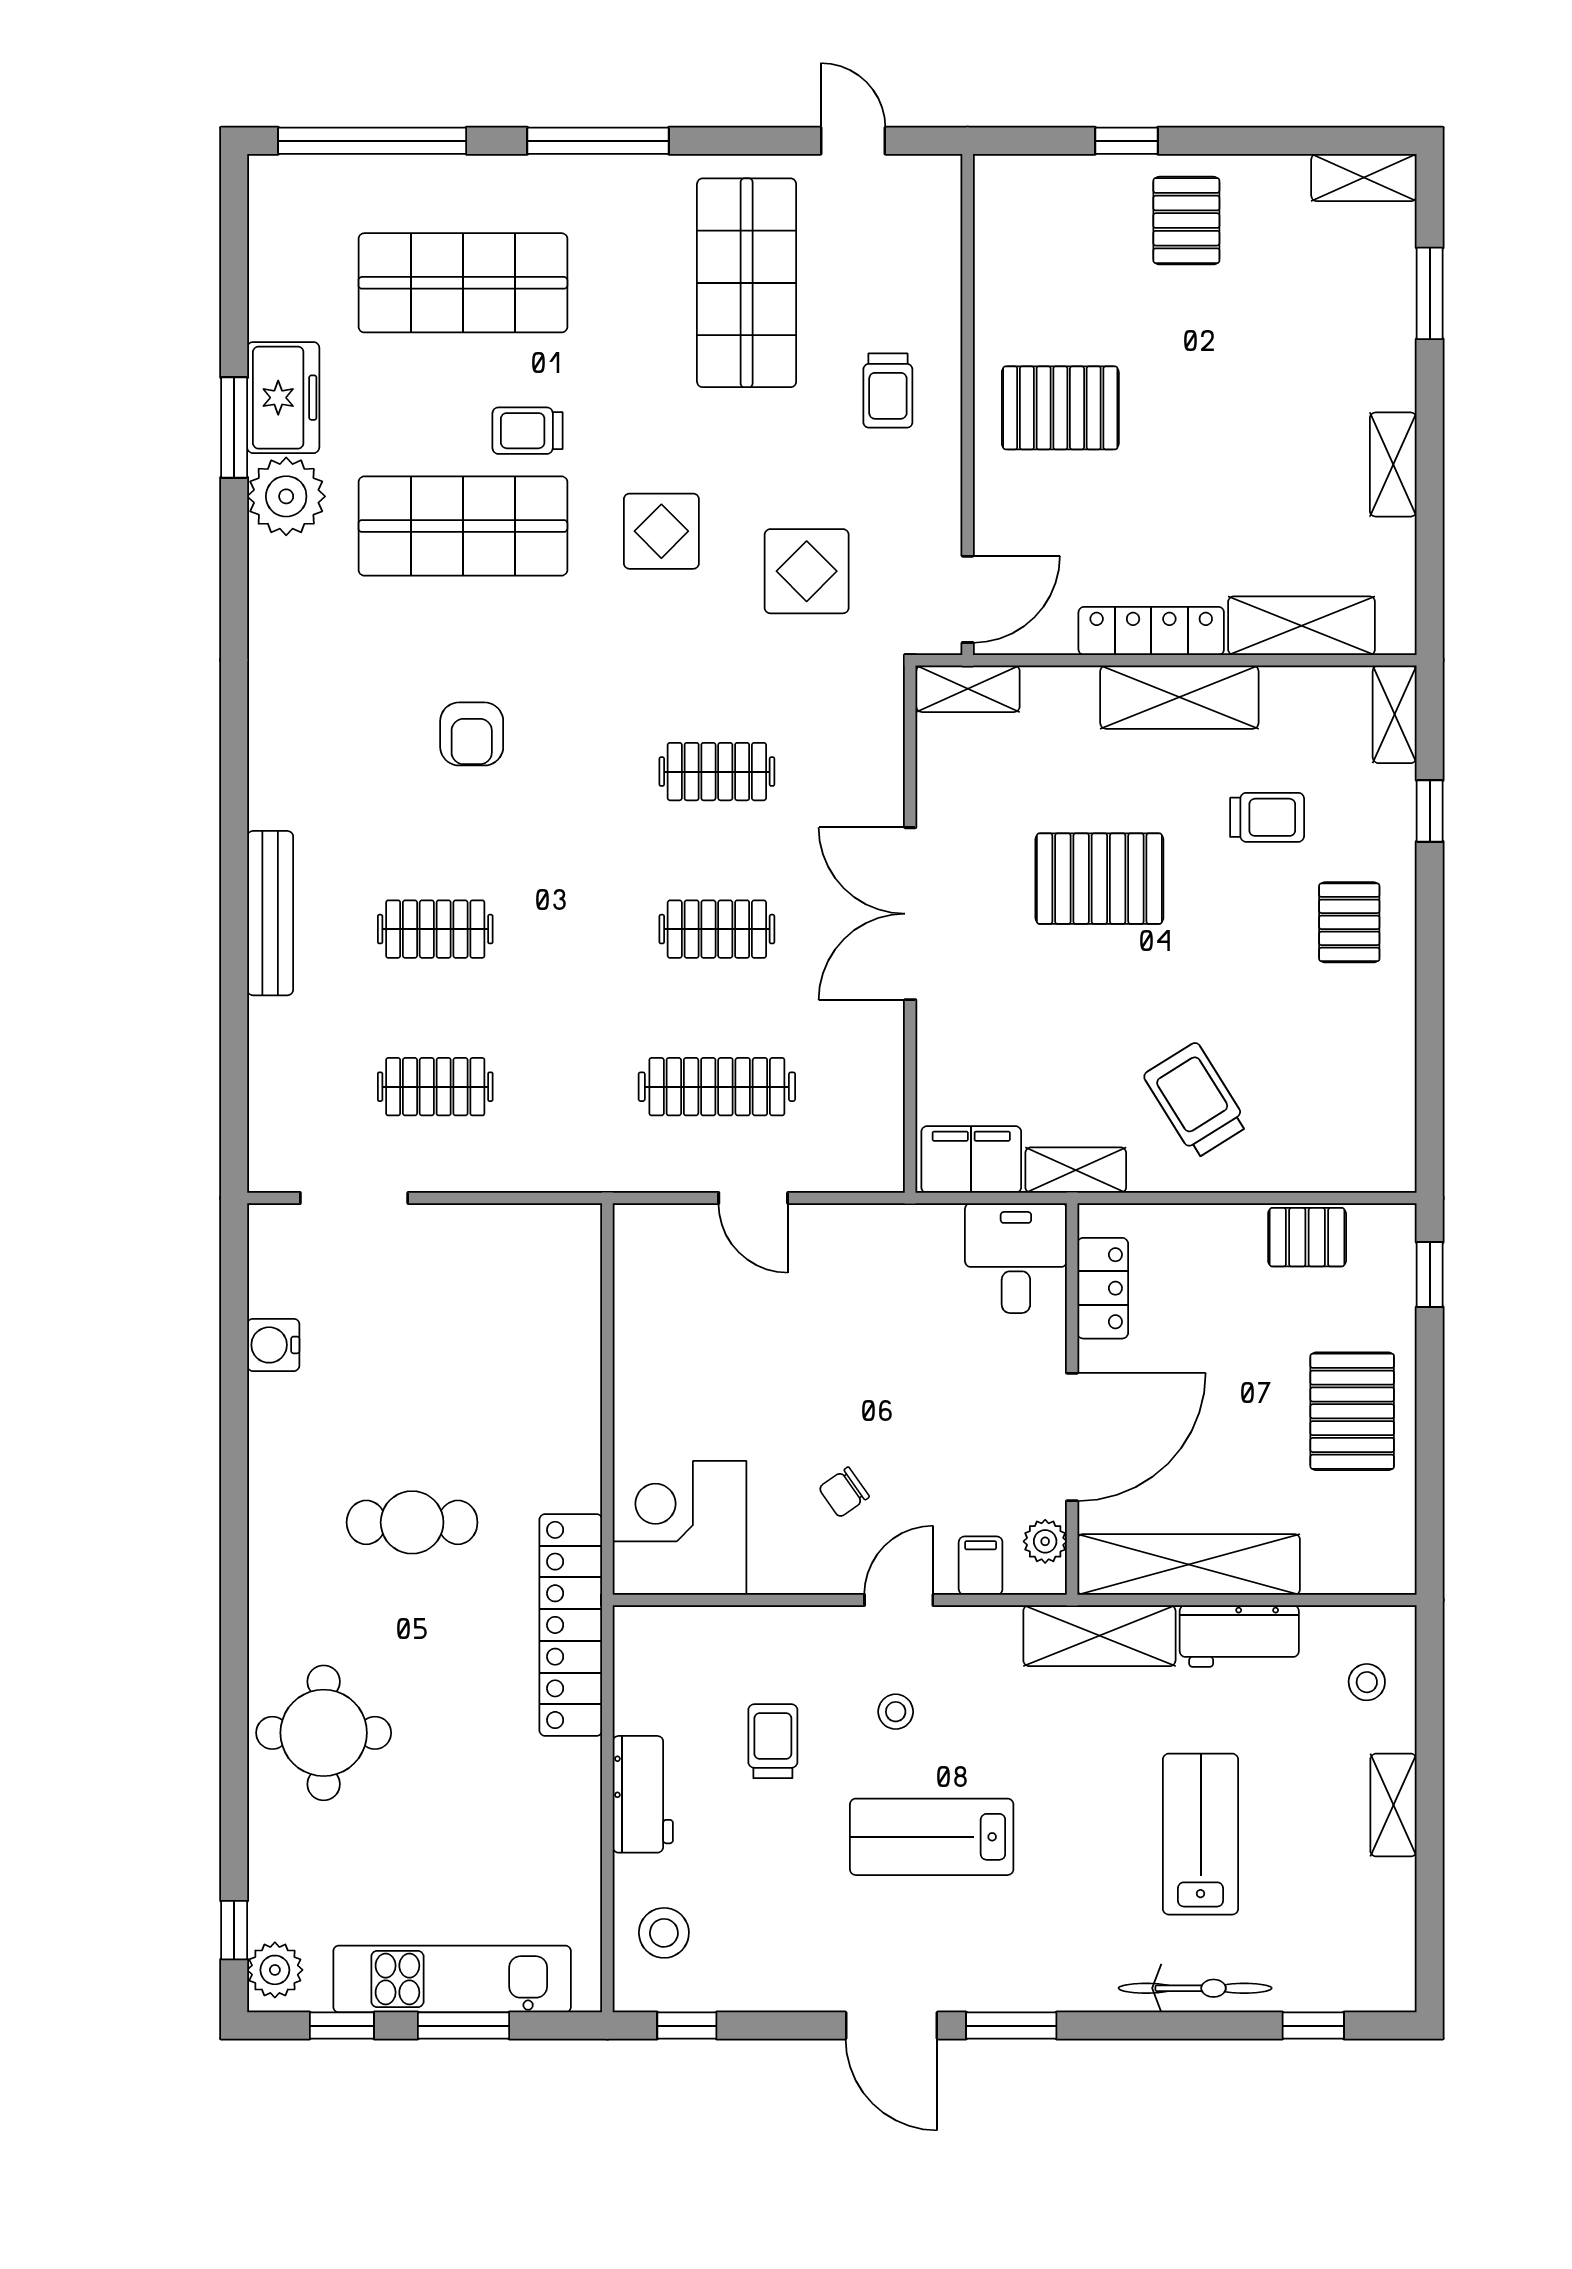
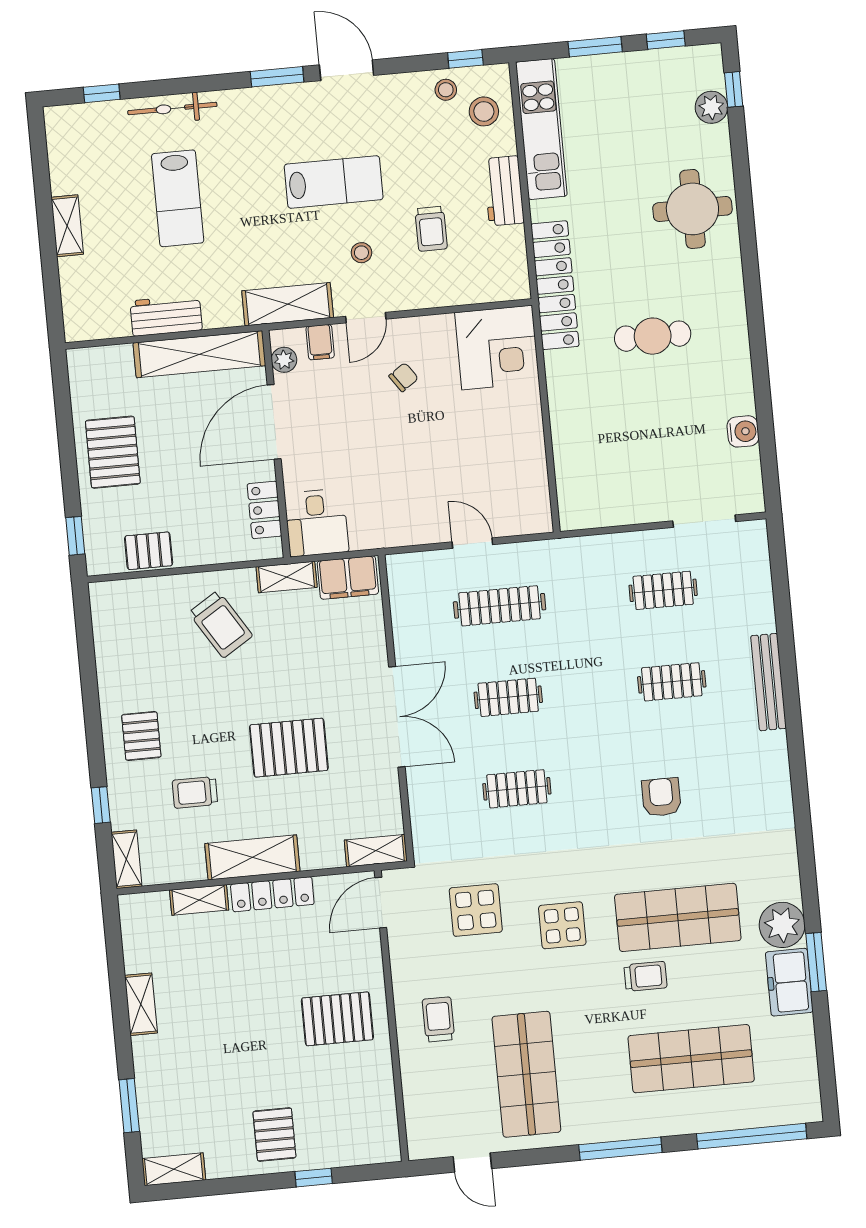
shelving: (1302, 626) -> (199, 900), width x0.67, depth x0.75
shelving: (1099, 1636) -> (288, 304), moved
stool: (1367, 1682) -> (446, 90), moved
plant: (275, 1970) -> (711, 107), moved
kitchen unit: (452, 1979) -> (541, 129), moved, turned -90

